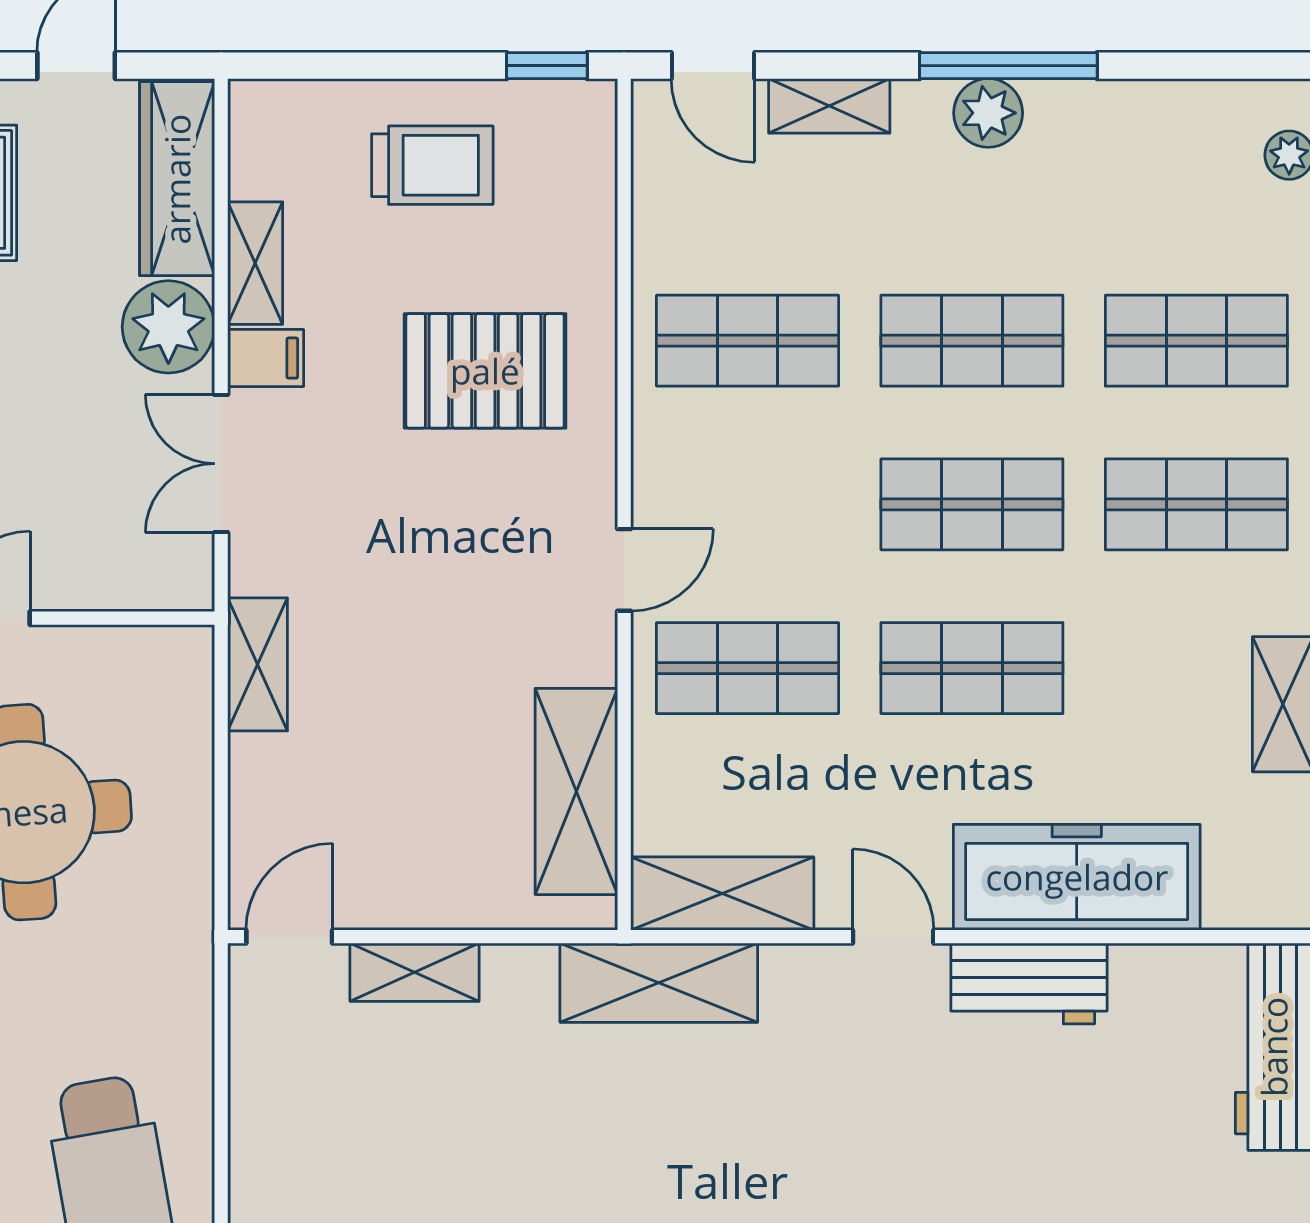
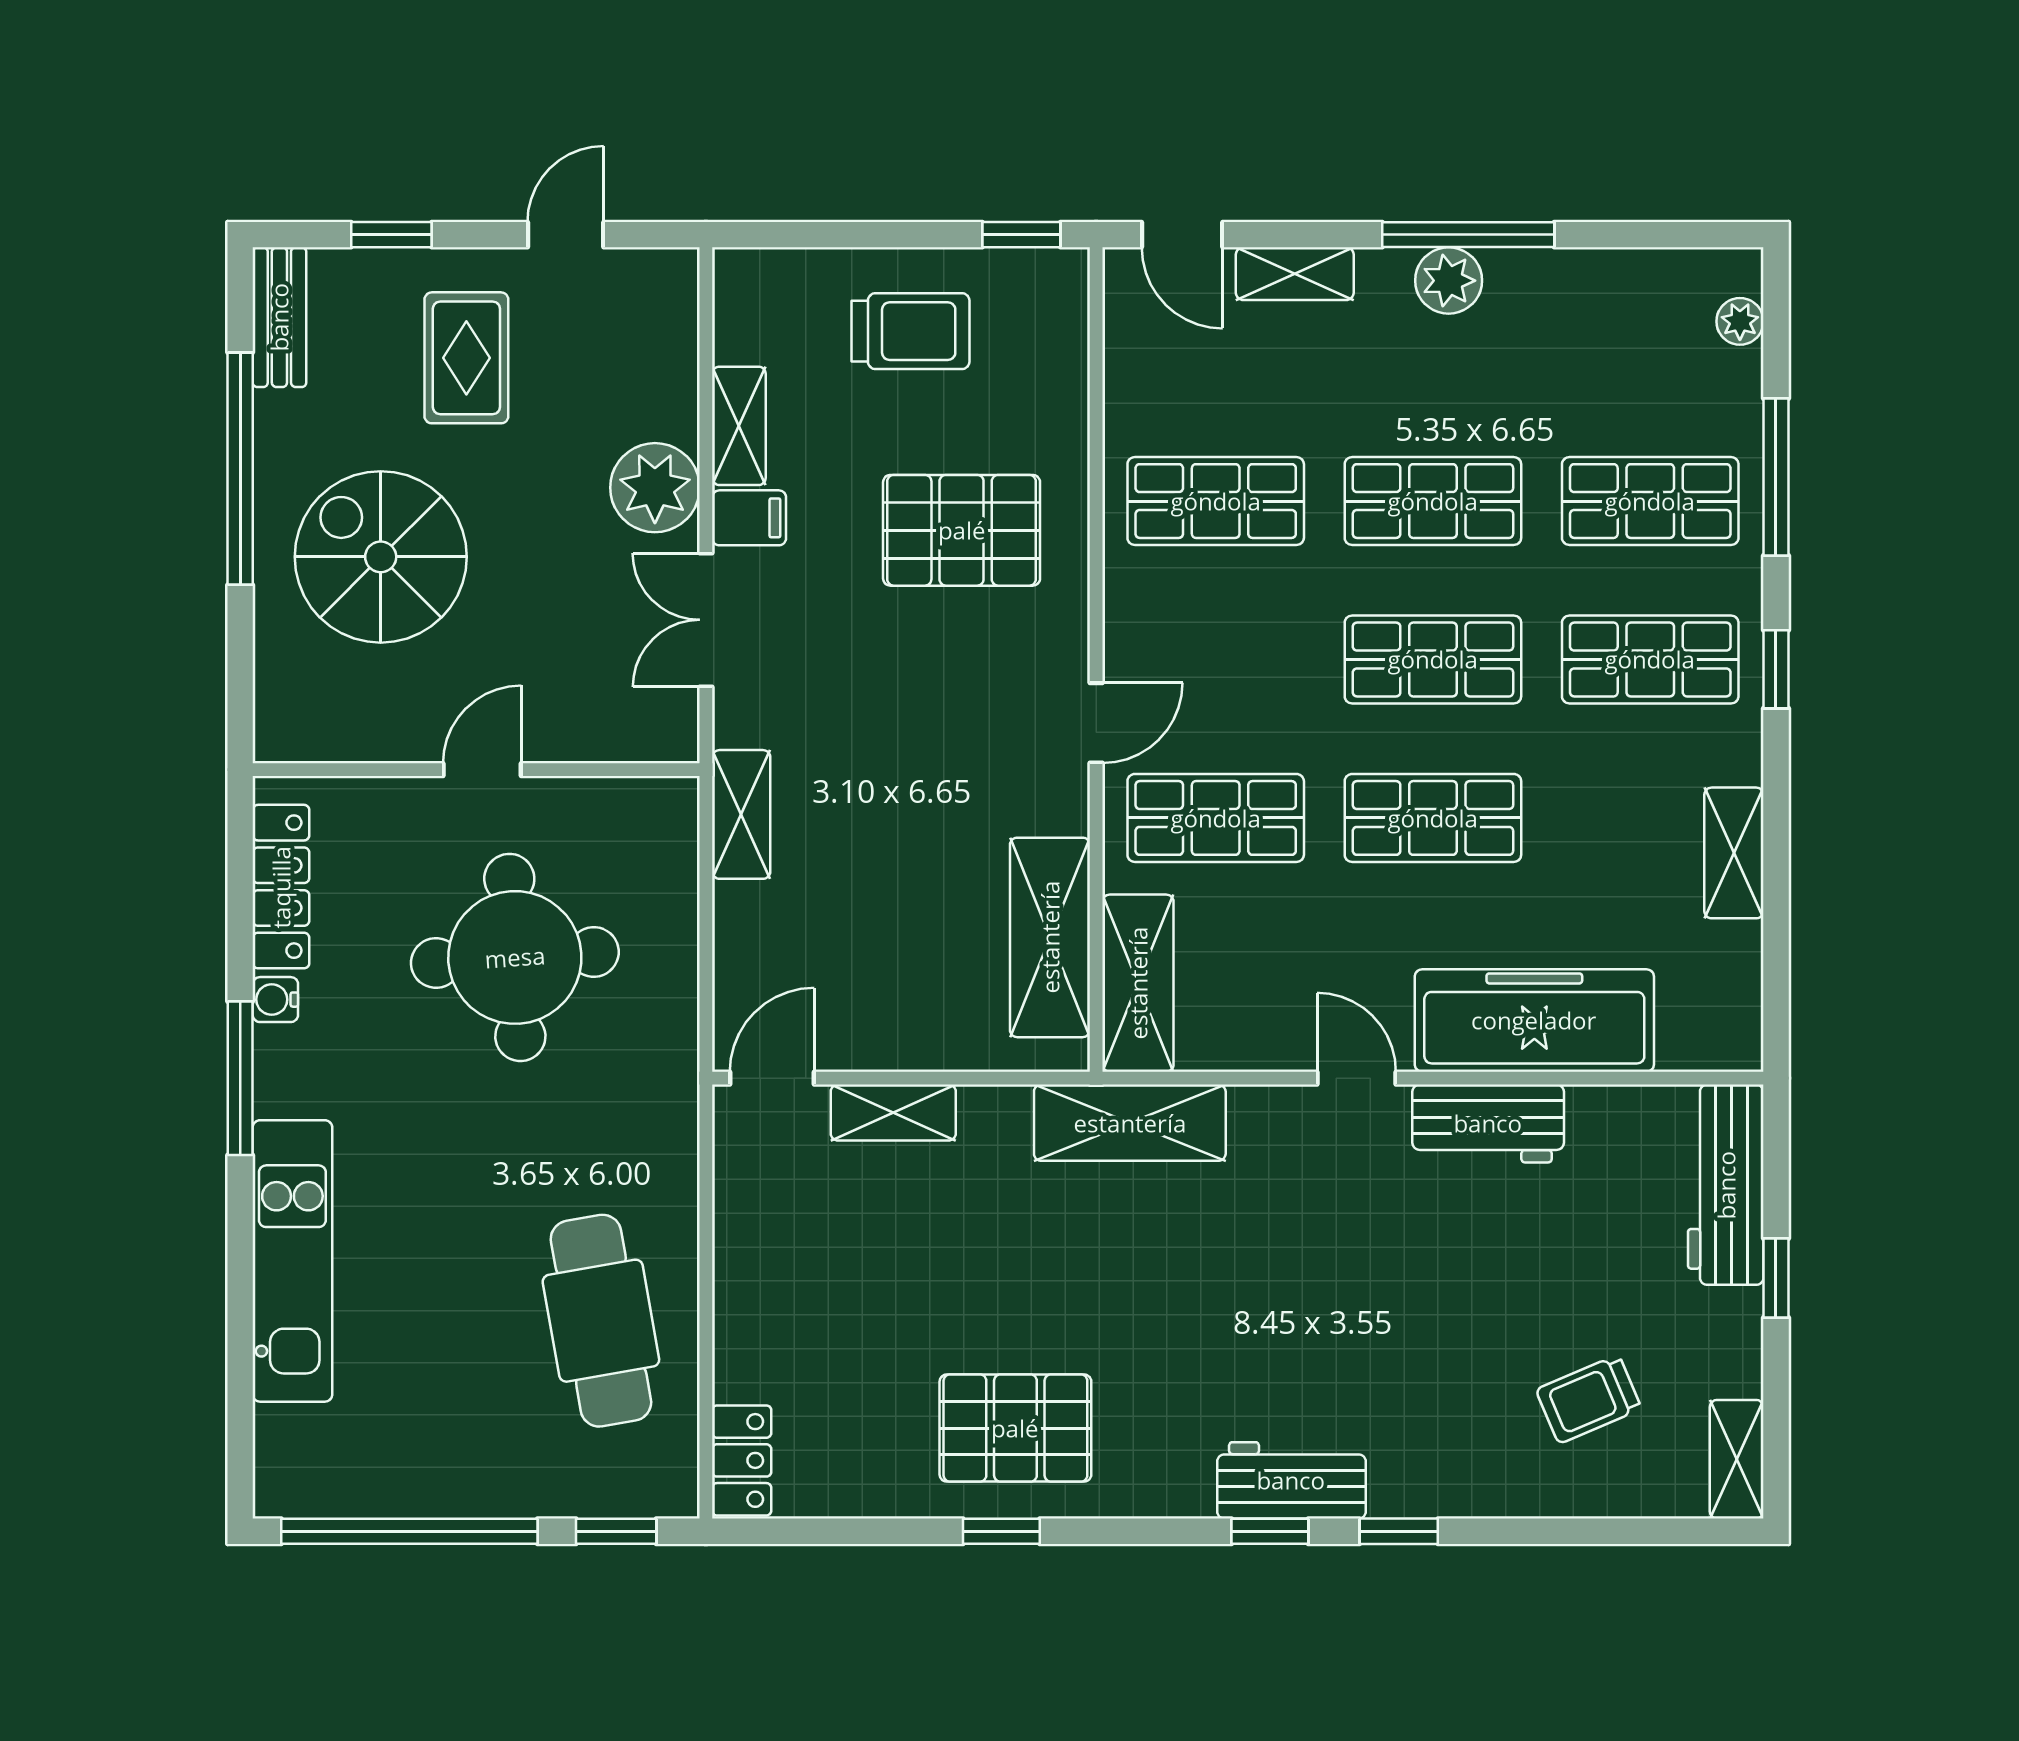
wardrobe: (177, 179) -> (663, 344), removed
shelving: (722, 894) -> (1138, 983), moved, turned 90

